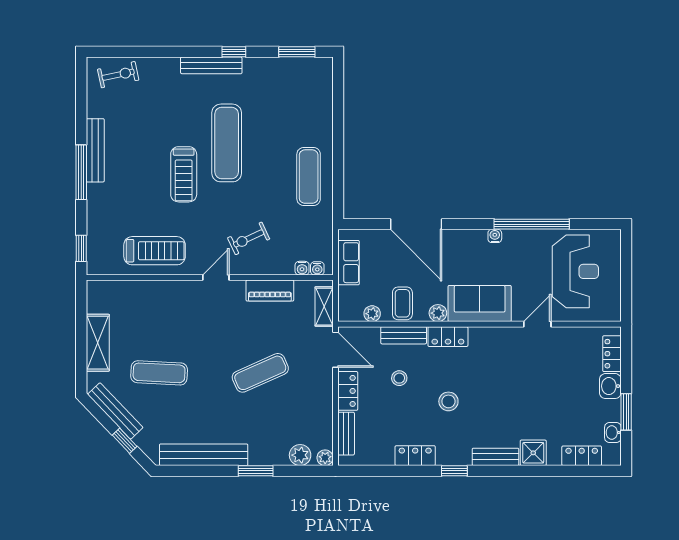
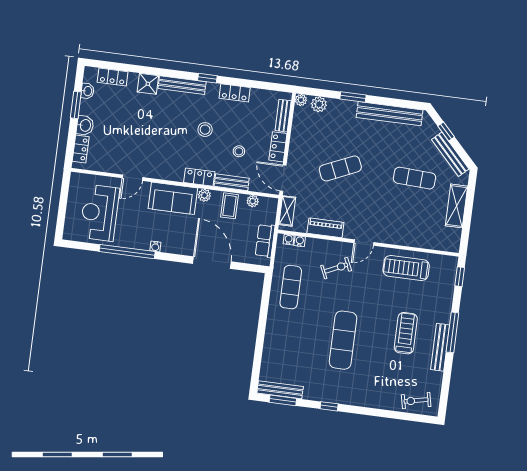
bench: (211, 65) -> (280, 390), moved
treadmill: (184, 174) -> (406, 333), moved
exercise mat: (309, 177) -> (291, 287), moved
bench: (495, 457) -> (182, 85), width x1.36

